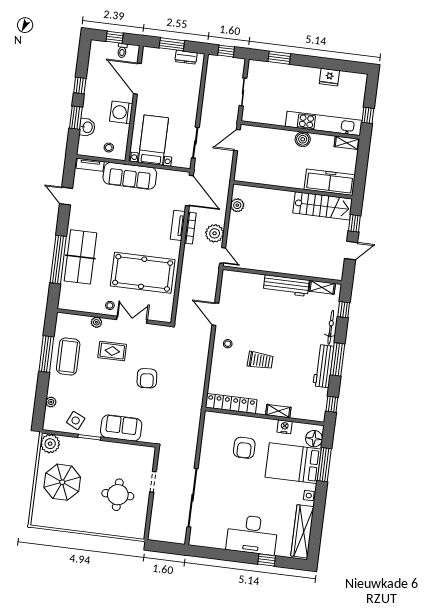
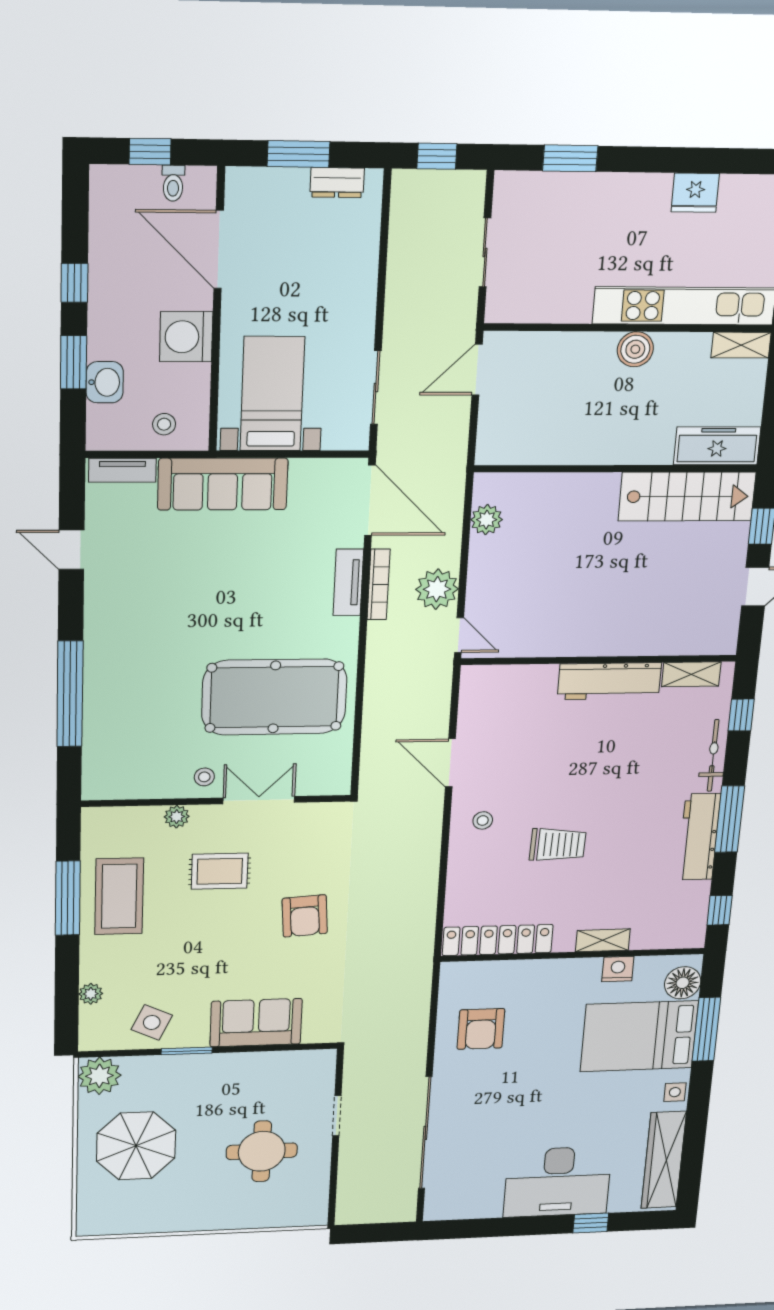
freezer: (330, 182) -> (717, 446), width x0.73, depth x0.79
table tennis table: (80, 257) -> (123, 681), removed
armchair: (244, 448) -> (481, 1029), moved

